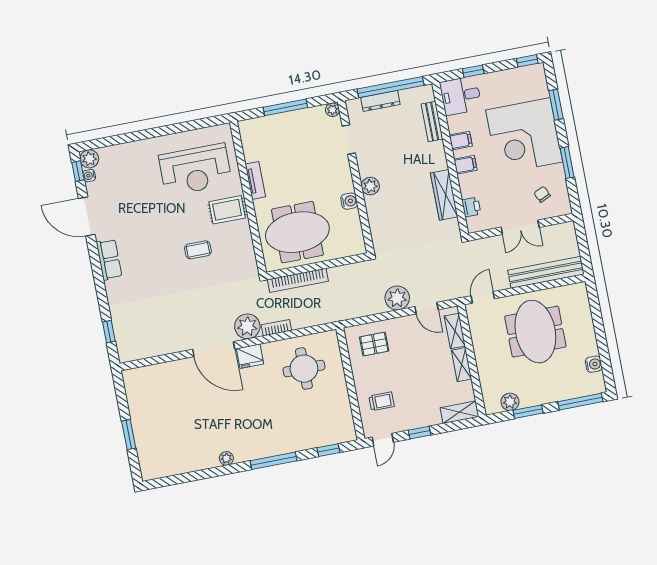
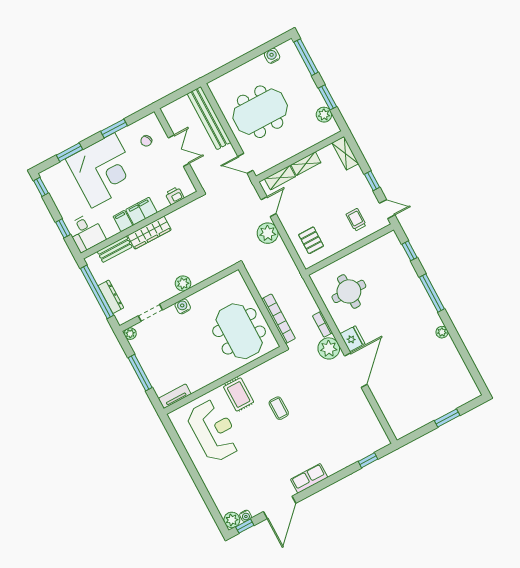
filing cabinet: (465, 165) -> (141, 211), width x2.00
tv unit: (255, 180) -> (175, 396), moved
wardrobe: (444, 195) -> (149, 233), moved
water cooler: (349, 201) -> (183, 306), moved

